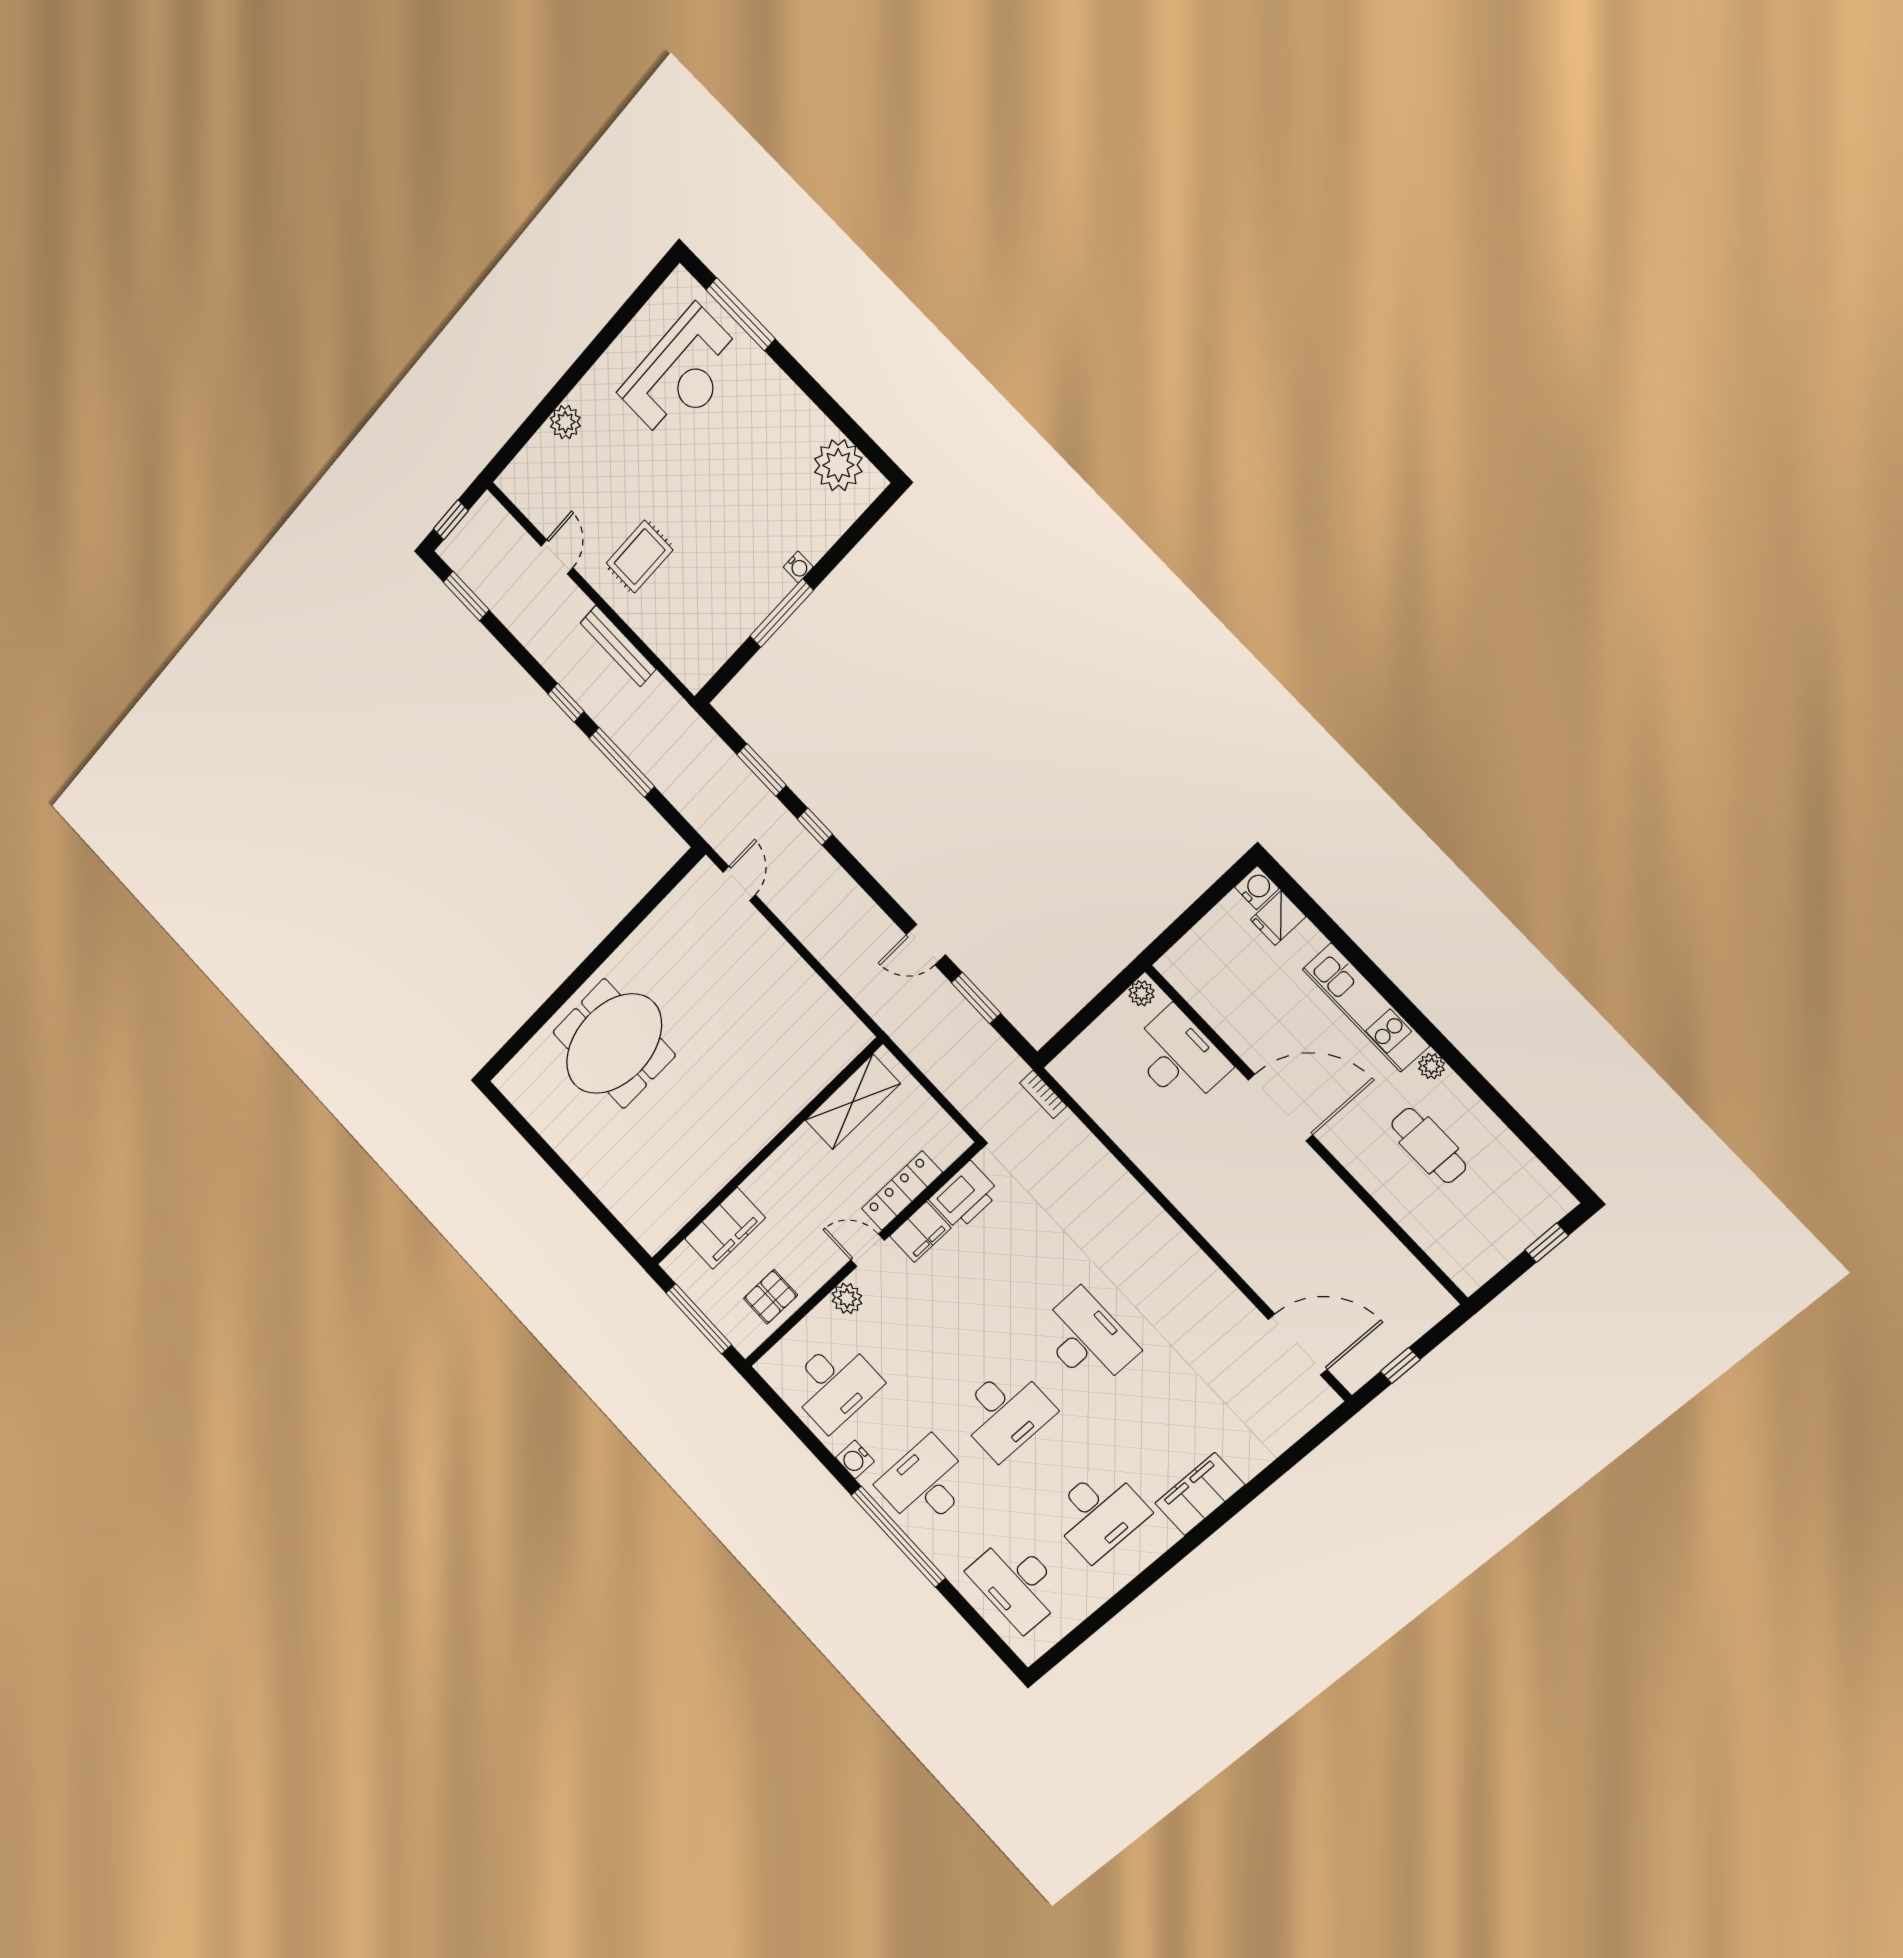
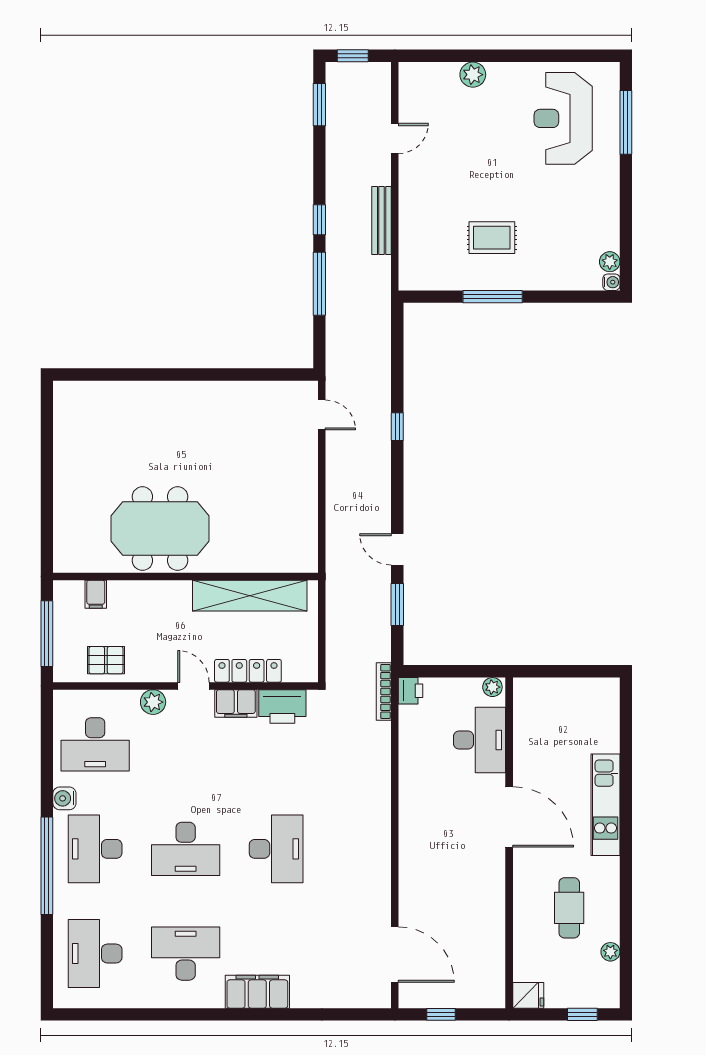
reception desk: (682, 374) -> (563, 118), turned 90
plant: (838, 465) -> (610, 262), width x0.53, depth x0.53
rug: (640, 557) -> (492, 238), moved
water cooler: (798, 567) -> (611, 282), moved, turned -90
window: (761, 770) -> (397, 367), removed
door: (739, 884) -> (322, 415), hinge flipped
water cooler: (1257, 888) -> (608, 689), removed
fridge: (1278, 918) -> (528, 995), moved, turned 180
meeting table: (614, 1044) -> (160, 529), moved
plant: (1432, 1066) -> (610, 952), moved
printer: (1067, 1070) -> (411, 691), added
bookcase: (1043, 1094) -> (384, 691), width x1.56
shelving: (853, 1102) -> (250, 596), width x1.47
filing cabinet: (725, 1228) -> (96, 594), width x0.33, depth x0.86
desk: (925, 1484) -> (95, 849), turned -90
desk: (1099, 1514) -> (186, 954), turned 180

